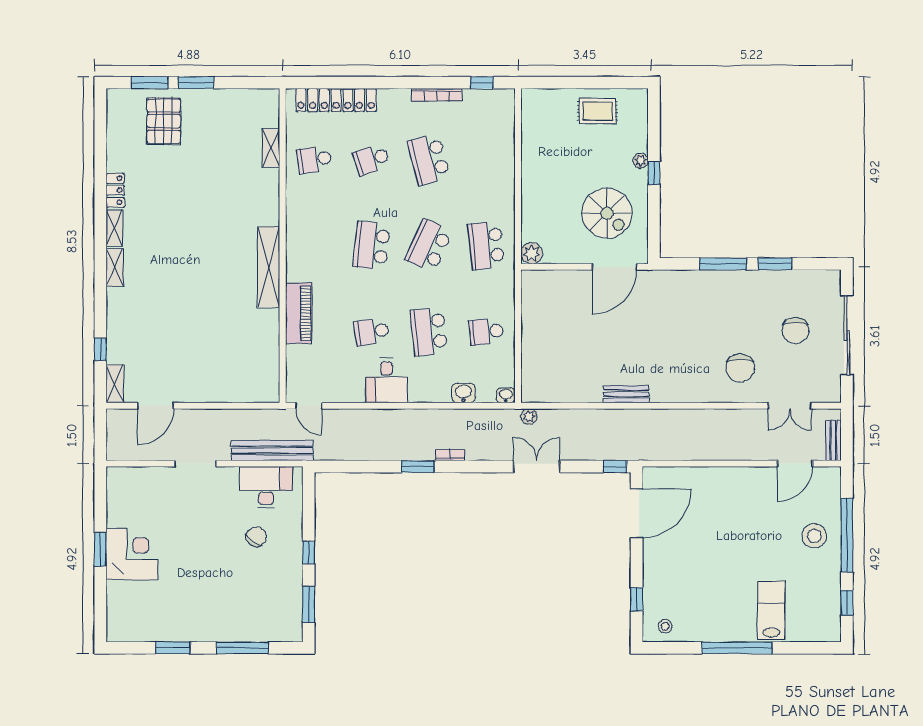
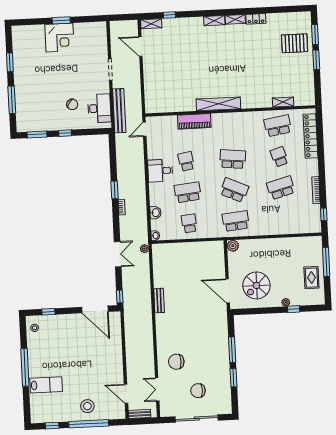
window: (570, 83) -> (326, 262), added
school desk: (314, 160) -> (278, 126), width x1.85
window: (654, 173) -> (294, 309), moved

